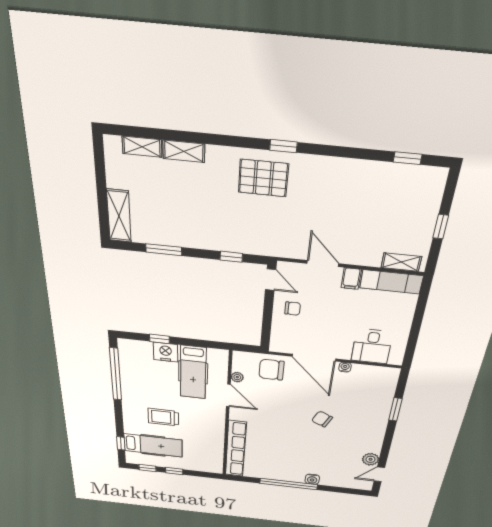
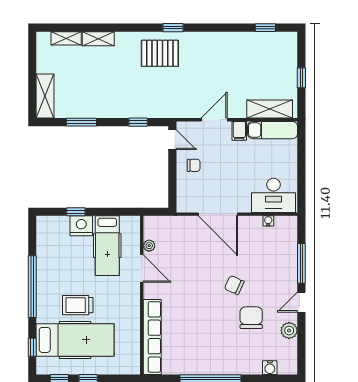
shelving: (401, 262) -> (270, 109), width x1.50, depth x1.33
door: (323, 263) -> (214, 120), hinge flipped
desk: (372, 346) -> (273, 195), width x1.37
water cooler: (345, 367) -> (268, 221), moved
chair: (271, 370) -> (251, 318), moved, turned 90
window: (116, 374) -> (32, 287), moved
window: (395, 409) -> (301, 263), width x1.44
hospital bed: (153, 445) -> (75, 340), width x1.37, depth x1.29
door: (379, 474) -> (301, 302), moved
water cooler: (312, 479) -> (270, 368), moved

